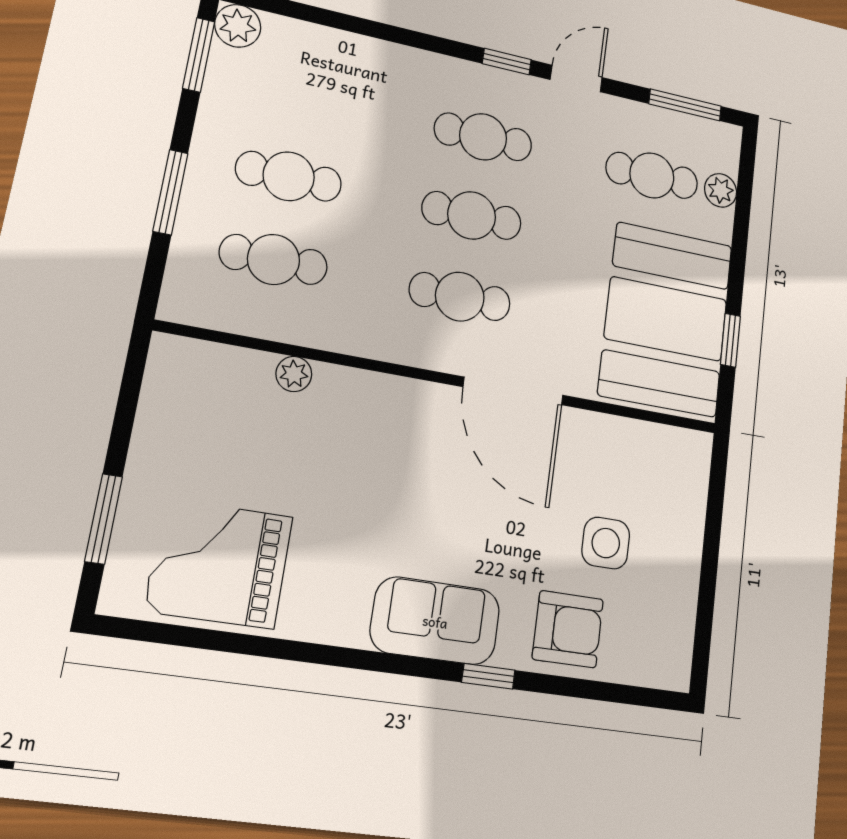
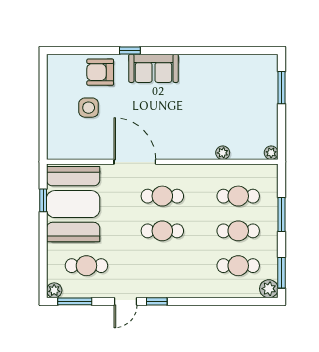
cafe table: (483, 137) -> (238, 266), moved
plant: (721, 190) -> (54, 290), moved
plant: (167, 351) -> (271, 153), added
grand piano: (219, 564) -> (238, 78), removed

